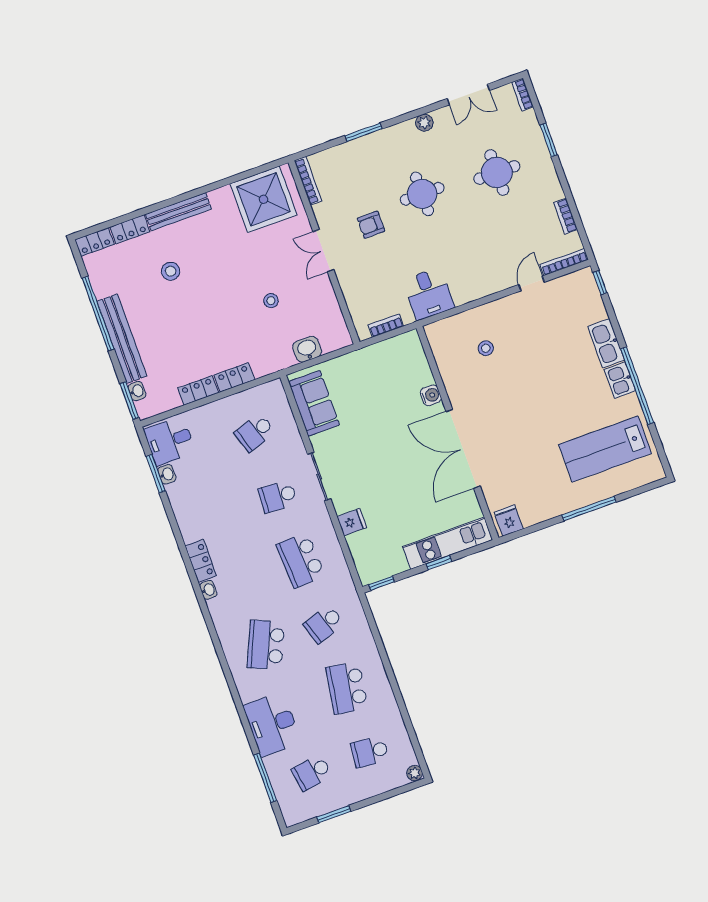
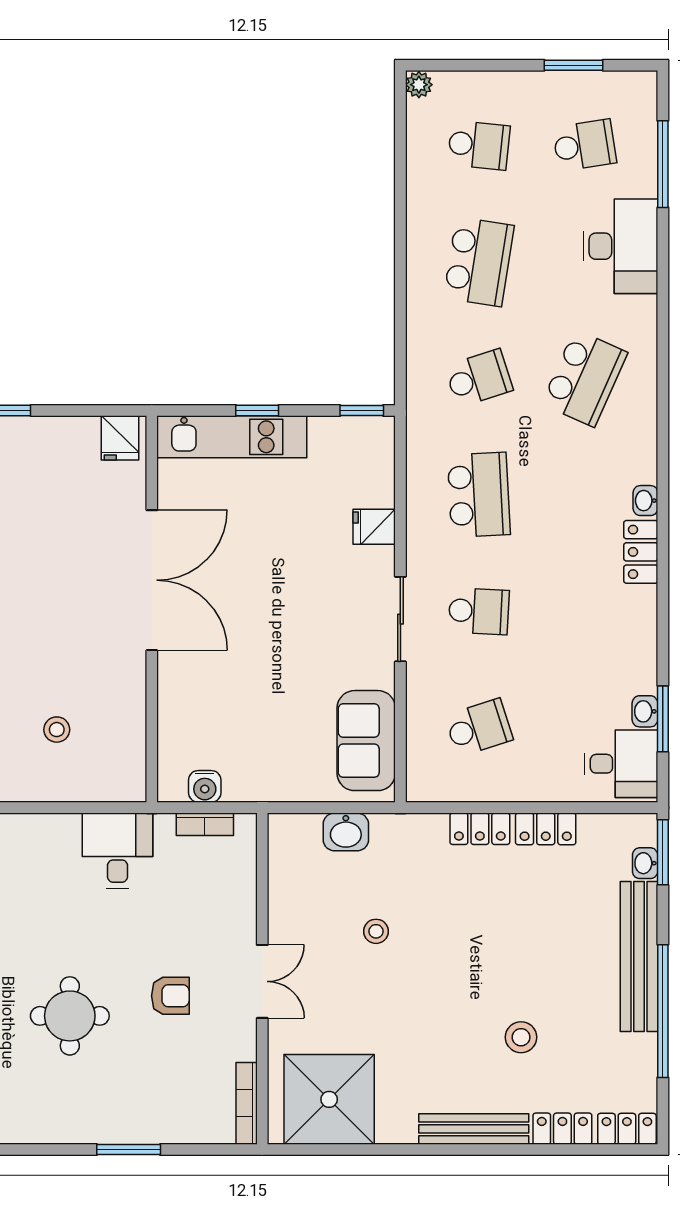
plant: (424, 123) -> (25, 1130), removed
water cooler: (431, 395) -> (205, 786), moved, turned -90

